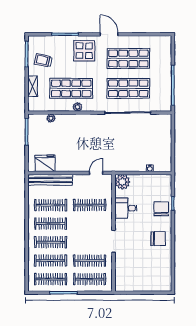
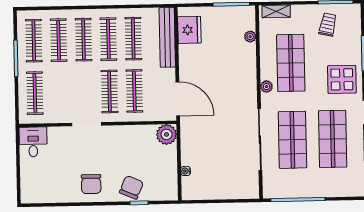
shelving: (33, 86) -> (276, 11), moved
plant: (77, 107) -> (266, 87), moved
door: (96, 173) -> (178, 99), width x1.88
desk: (126, 208) -> (33, 142), moved
chair: (161, 209) -> (131, 187), turned -67
clothes rail: (90, 261) -> (110, 92), moved

